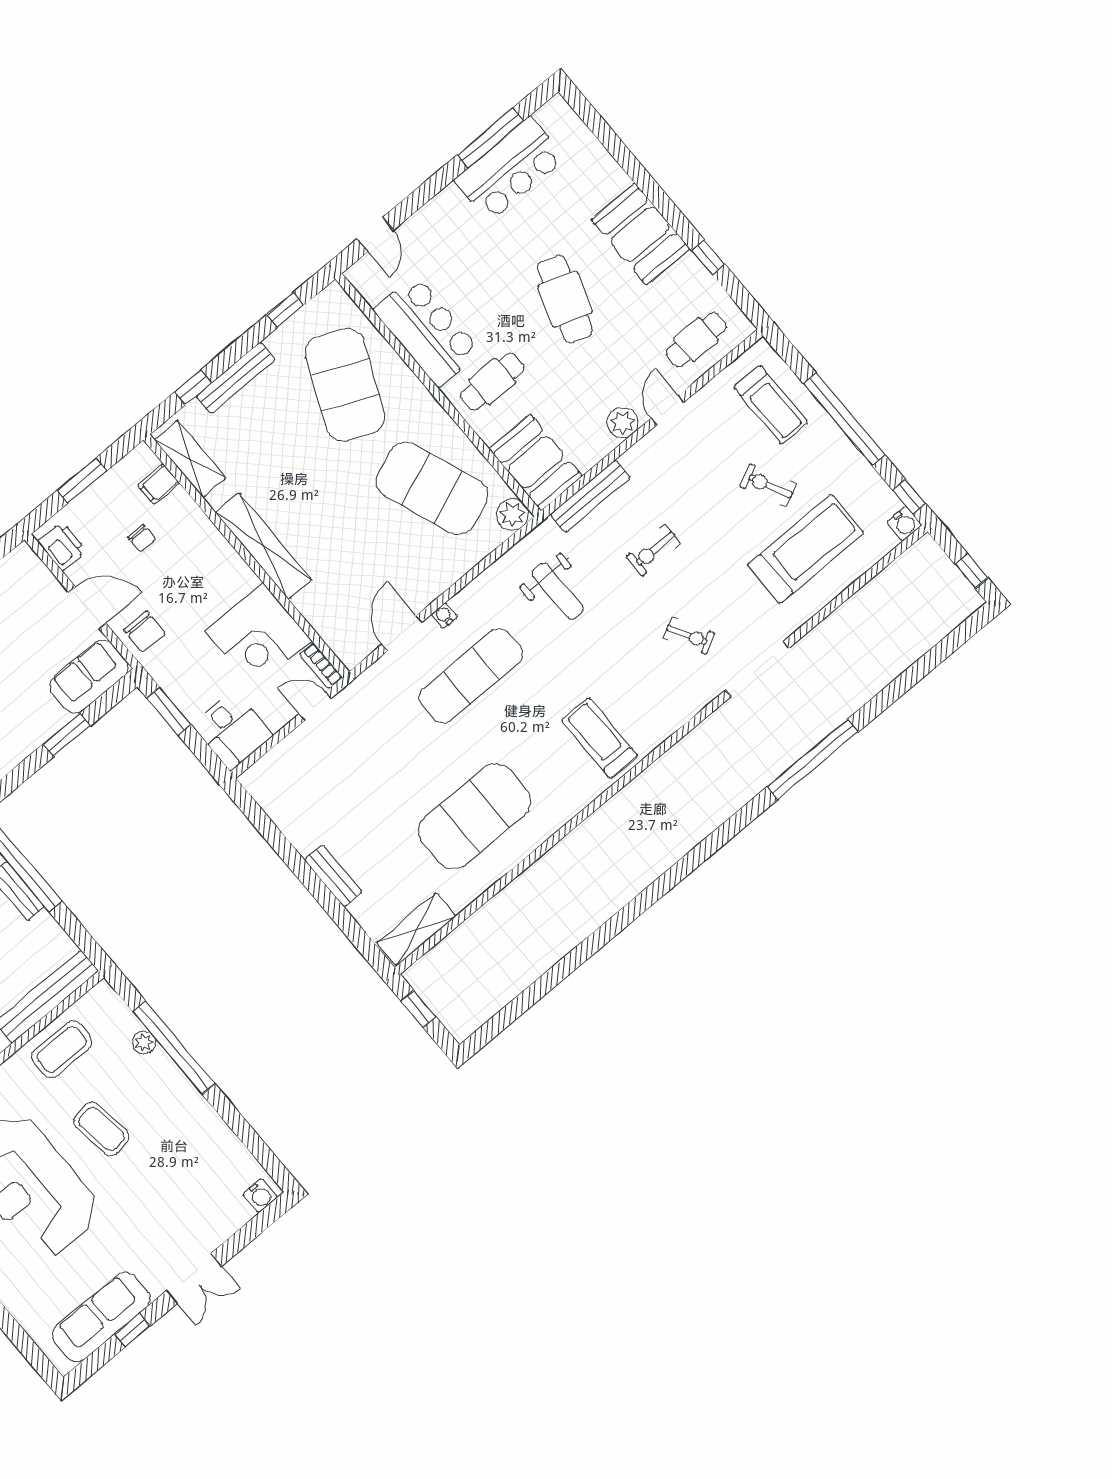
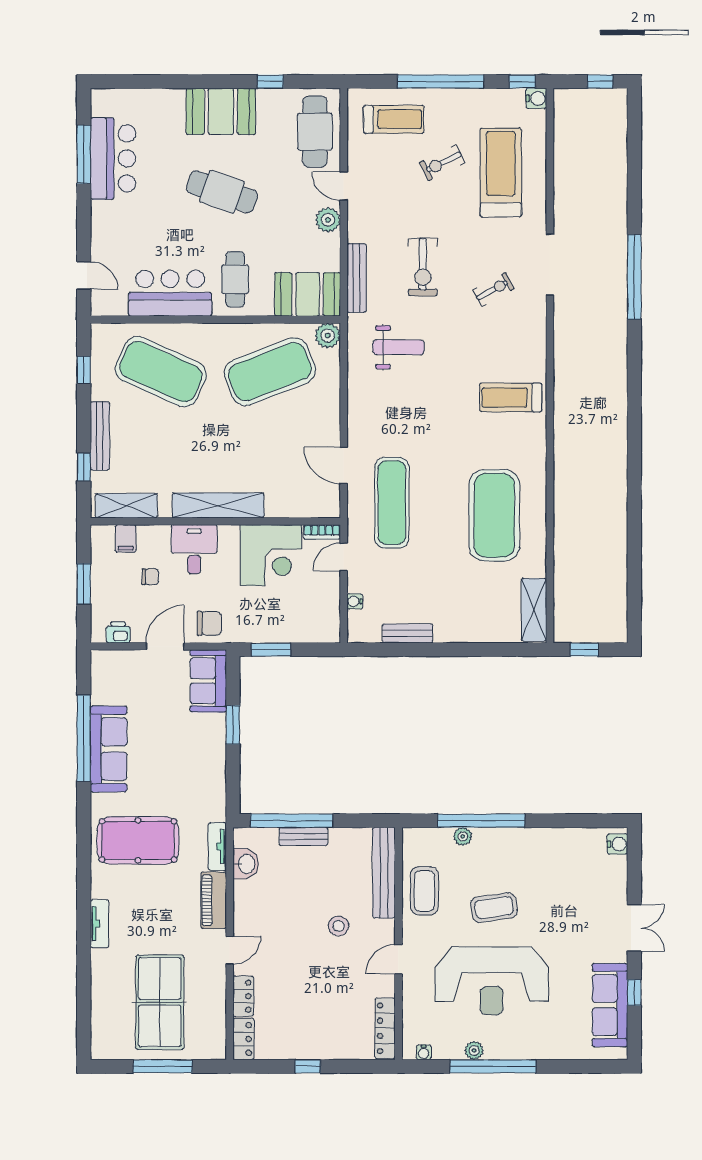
cafe table: (696, 340) -> (315, 132), width x1.37, depth x1.35
printer: (62, 546) -> (118, 632), width x0.73, depth x0.81
exercise bike: (654, 550) -> (423, 267), width x1.38, depth x1.39
water cooler: (444, 616) -> (355, 601), moved
exercise mat: (471, 676) -> (392, 503), moved
desk: (232, 730) -> (194, 549), moved, turned -90
bench: (333, 876) -> (408, 633), moved

